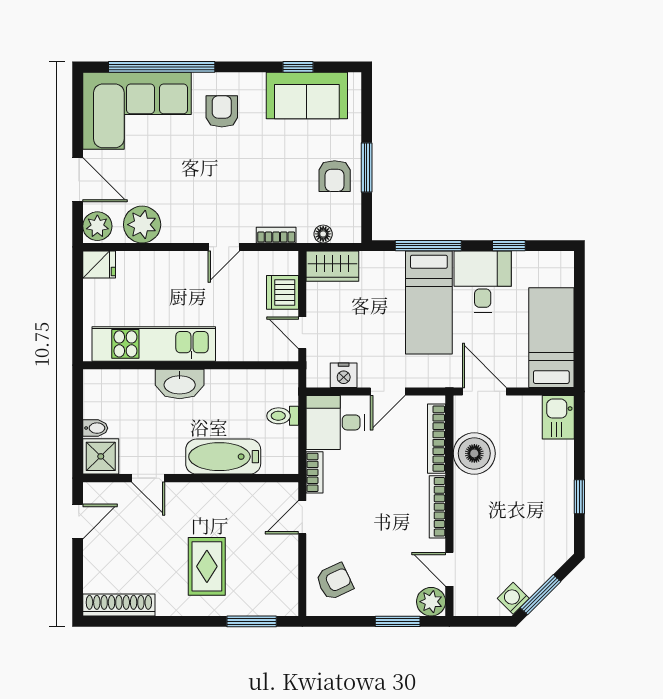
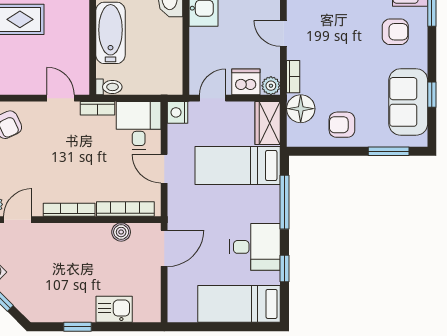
window: (367, 168) -> (389, 151), moved
floor lamp: (323, 234) -> (301, 109), width x1.89, depth x1.89
plant: (287, 262) -> (271, 86), added
bed: (429, 302) -> (238, 165), moved
bed: (551, 338) -> (239, 304), moved, turned 180
nightstand: (344, 375) -> (178, 112), moved
toilet: (283, 416) -> (109, 87), moved, turned 90
kitchen sink: (558, 417) -> (114, 309), moved
boiler: (474, 453) -> (121, 232), width x0.54, depth x0.54

